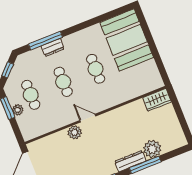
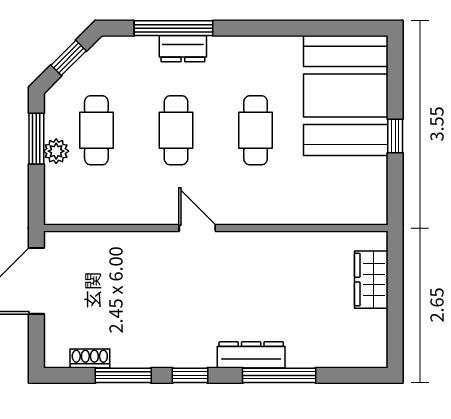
window: (153, 48) -> (395, 136), added
wardrobe: (157, 100) -> (371, 280), moved, turned 90
plant: (75, 132) -> (158, 247), removed
plant: (152, 149) -> (308, 348), removed

